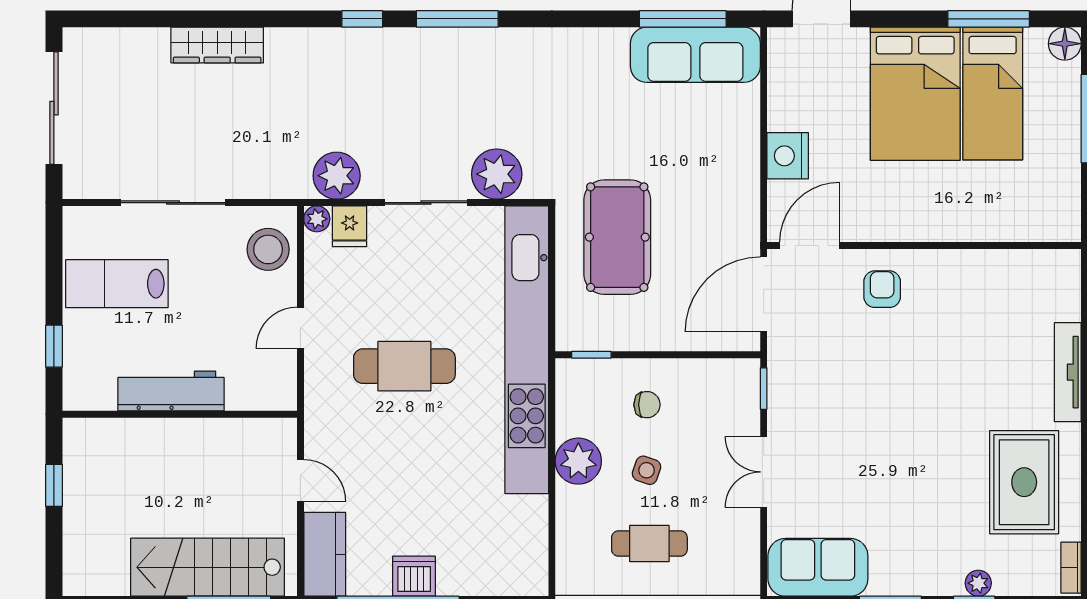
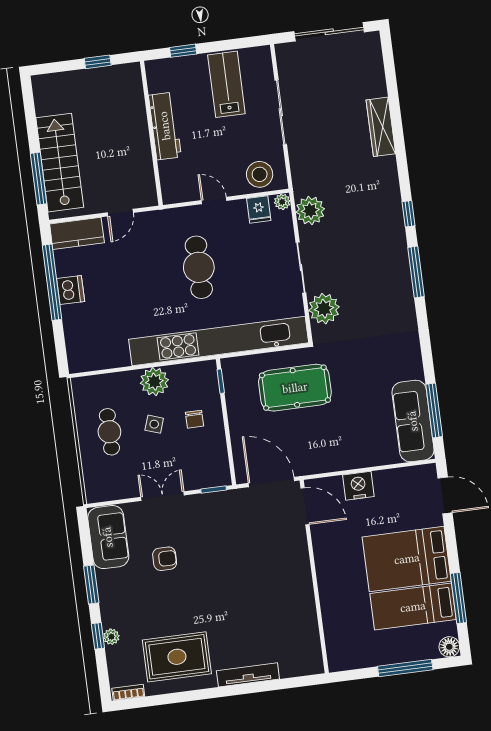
fridge: (350, 226) -> (259, 209), moved, turned -90
armchair: (882, 289) -> (165, 559), moved

